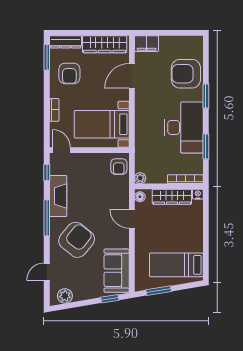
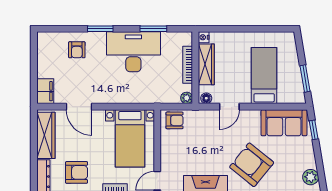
armchair: (186, 74) -> (77, 50), width x0.53, depth x0.53
bookcase: (185, 179) -> (188, 65), moved
bed: (176, 265) -> (264, 76), moved, turned 180

